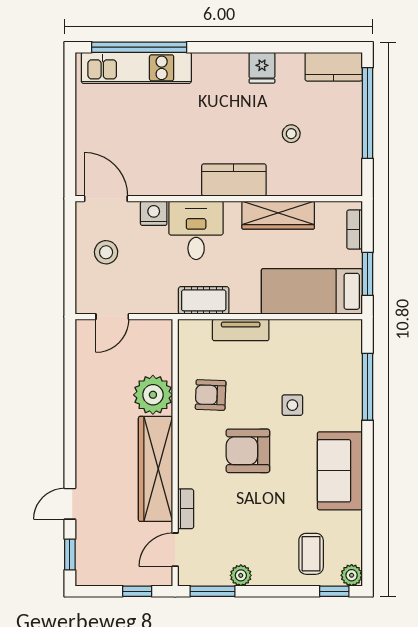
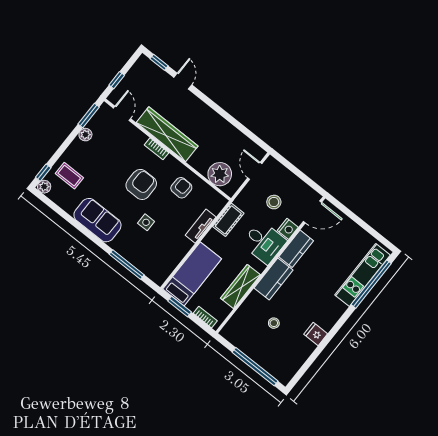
kitchen counter: (334, 67) -> (296, 249), moved, turned 180
stool: (106, 252) -> (274, 202), moved
plant: (153, 395) -> (220, 174), moved
bookcase: (186, 509) -> (156, 149), moved

